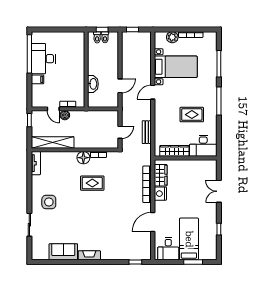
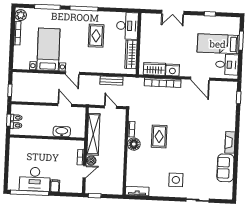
plant: (172, 37) -> (21, 15), moved
shelving: (53, 142) -> (93, 134), moved

